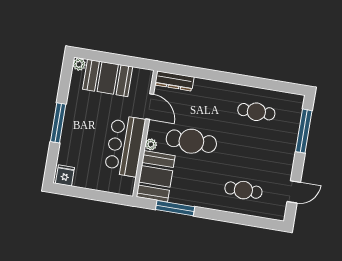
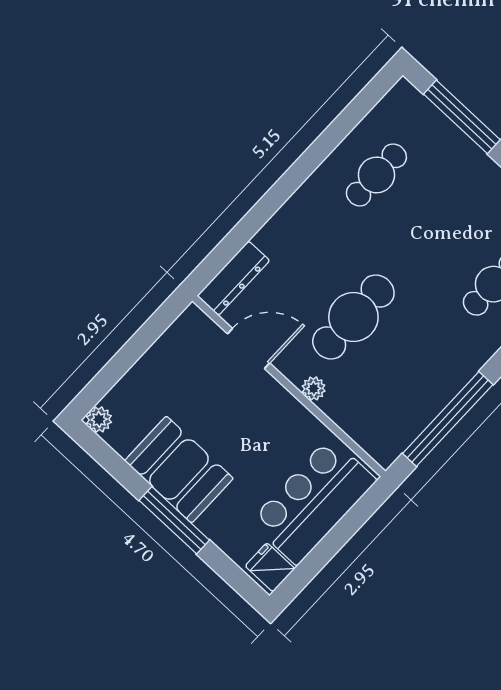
booth: (108, 78) -> (179, 470), moved, turned 90
bar counter: (125, 146) -> (313, 501), moved, turned 90
booth: (156, 176) -> (373, 416), removed
window: (175, 208) -> (448, 419), width x1.46

